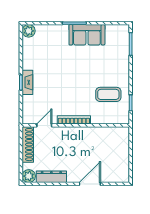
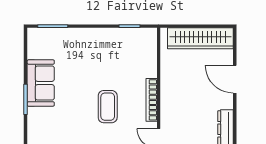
coffee table: (108, 94) -> (108, 107), moved
wardrobe: (121, 157) -> (200, 38), added

